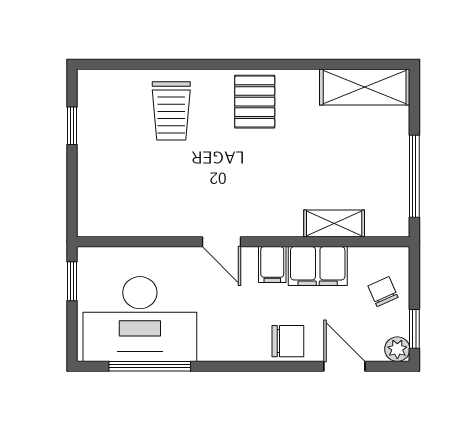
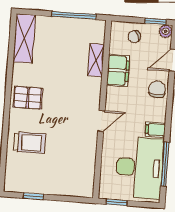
filing cabinet: (272, 264) -> (155, 130), moved, turned 180

